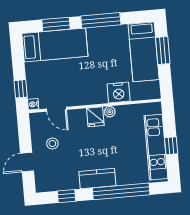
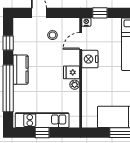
nightstand: (119, 93) -> (90, 59), moved

